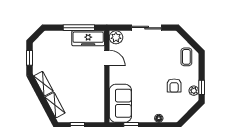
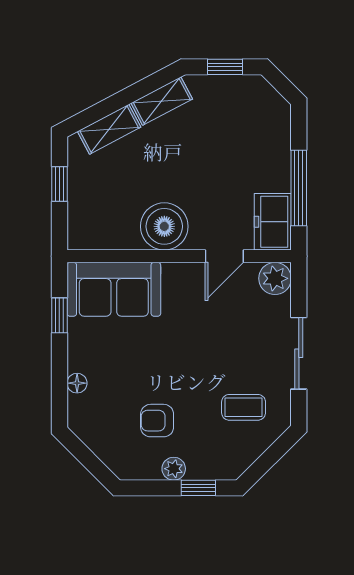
freezer: (88, 38) -> (273, 222), width x0.71
coffee table: (186, 57) -> (244, 407), moved
boiler: (95, 83) -> (164, 226), added
window: (202, 87) -> (198, 488), moved
plant: (194, 91) -> (174, 469), moved

